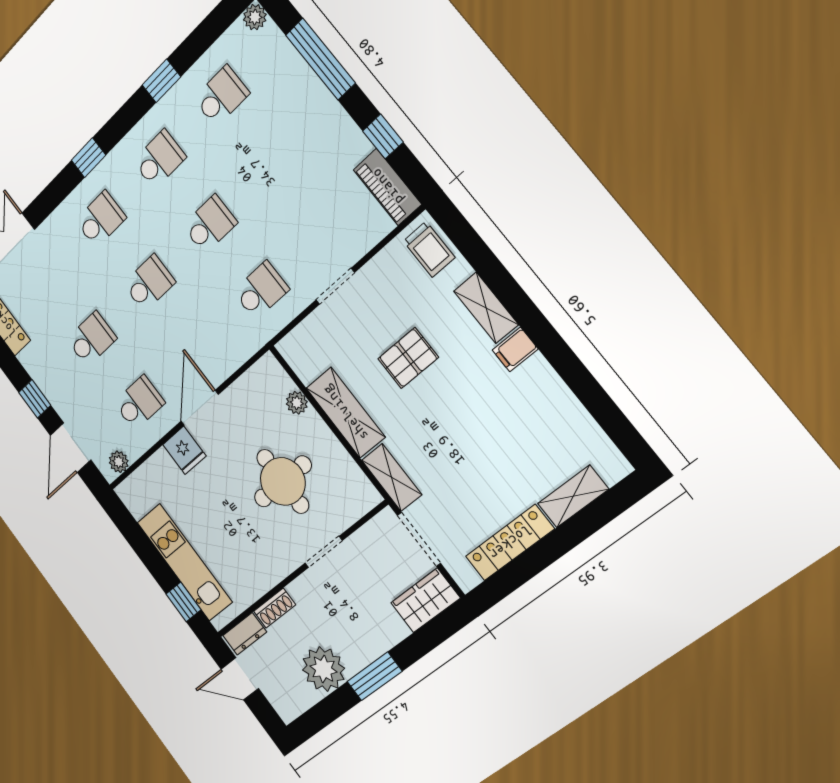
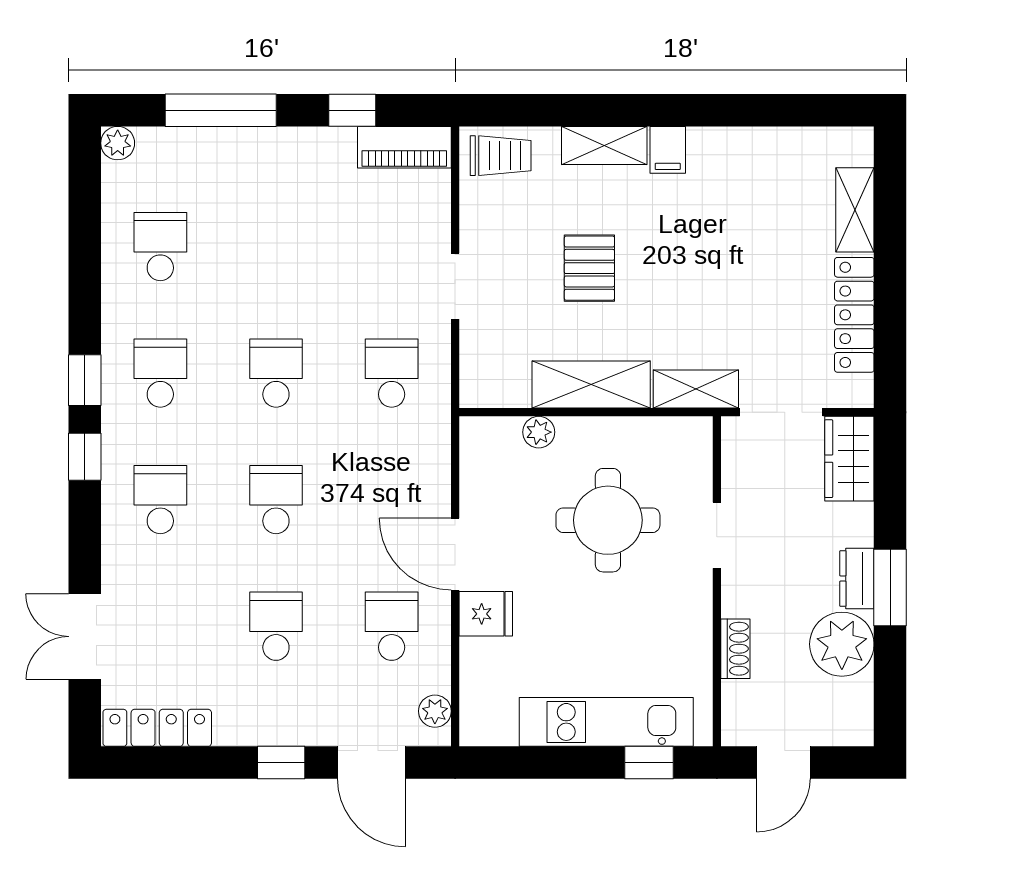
window: (161, 81) -> (85, 380), moved
dresser: (245, 634) -> (857, 578), moved, turned 180

